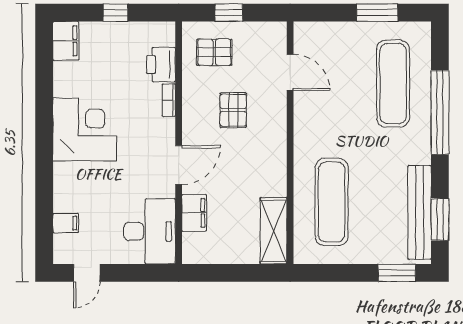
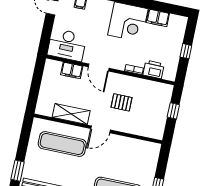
filing cabinet: (66, 41) -> (158, 18), moved
pallet: (214, 52) -> (154, 99), removed
door: (290, 72) -> (100, 129), moved
shelving: (274, 231) -> (71, 114), moved

